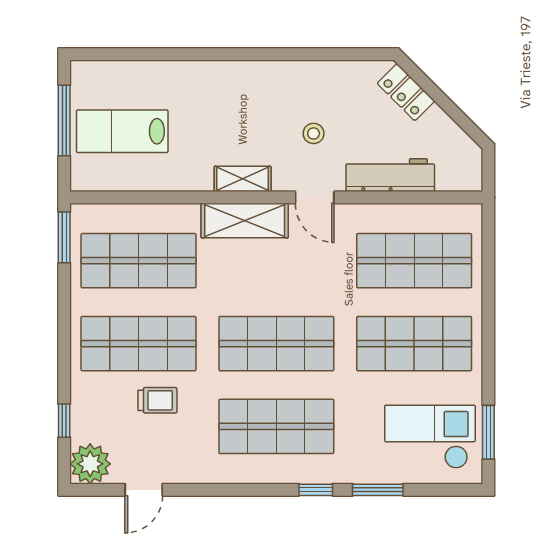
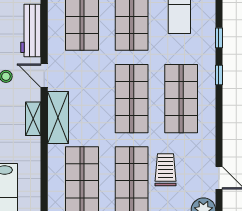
door: (315, 197) -> (44, 76), swing flipped
trolley: (157, 400) -> (165, 170), width x1.36, depth x1.39
window: (378, 490) -> (219, 38), width x0.67

